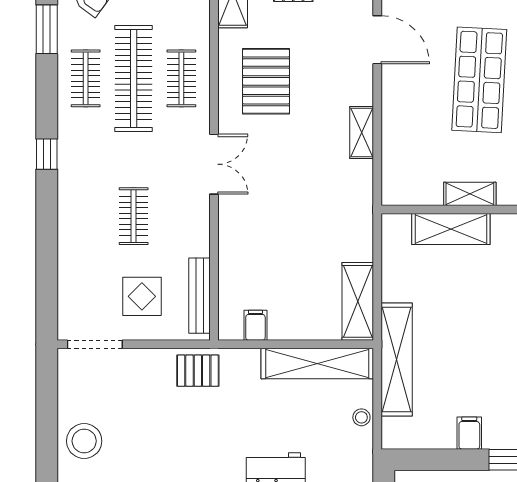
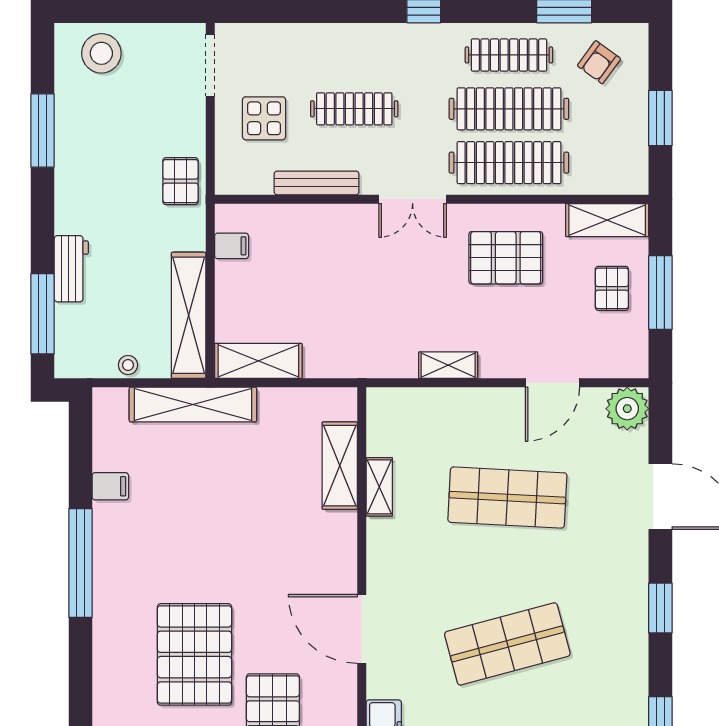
clothes rail: (86, 78) -> (509, 55), width x1.36
clothes rail: (181, 78) -> (509, 163), width x1.86, depth x1.31
clothes rail: (134, 216) -> (354, 109), width x1.36
bench: (199, 296) -> (317, 183), moved

